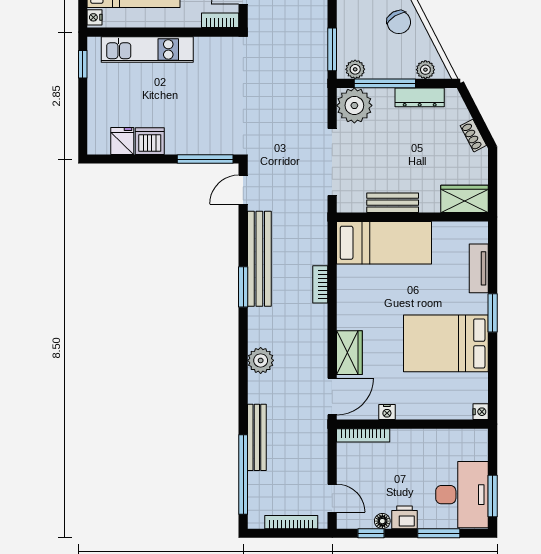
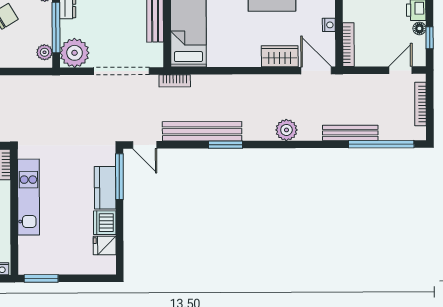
kitchen unit: (147, 49) -> (29, 197), moved
window: (332, 49) -> (28, 71), removed
window: (83, 64) -> (41, 278), width x1.50
kitchen counter: (192, 142) -> (105, 188), added
bookcase: (320, 284) -> (175, 81), moved

